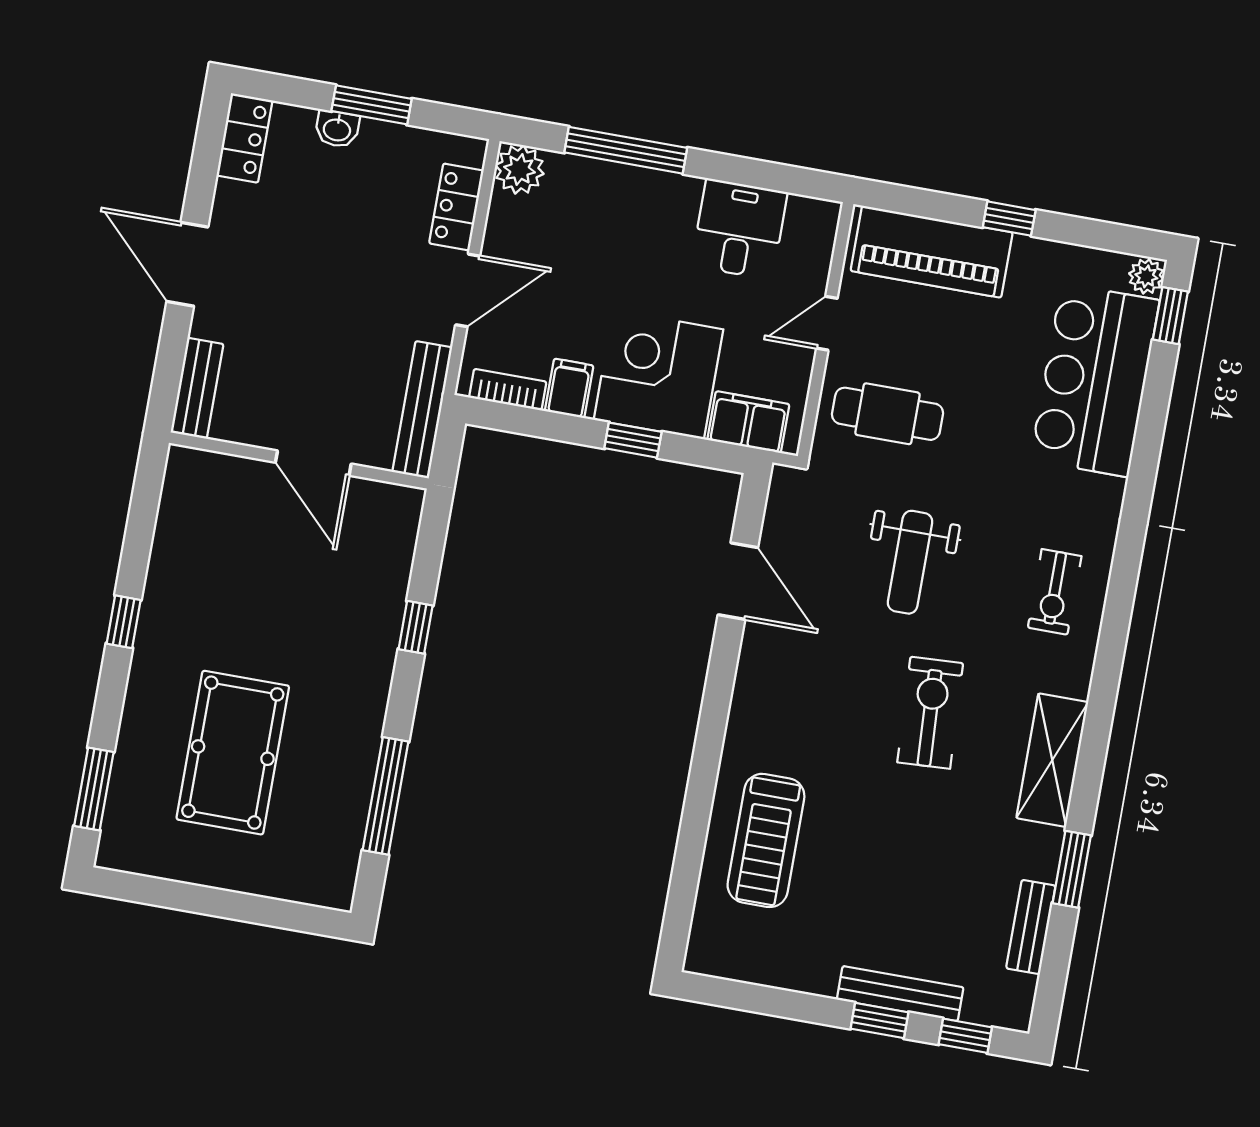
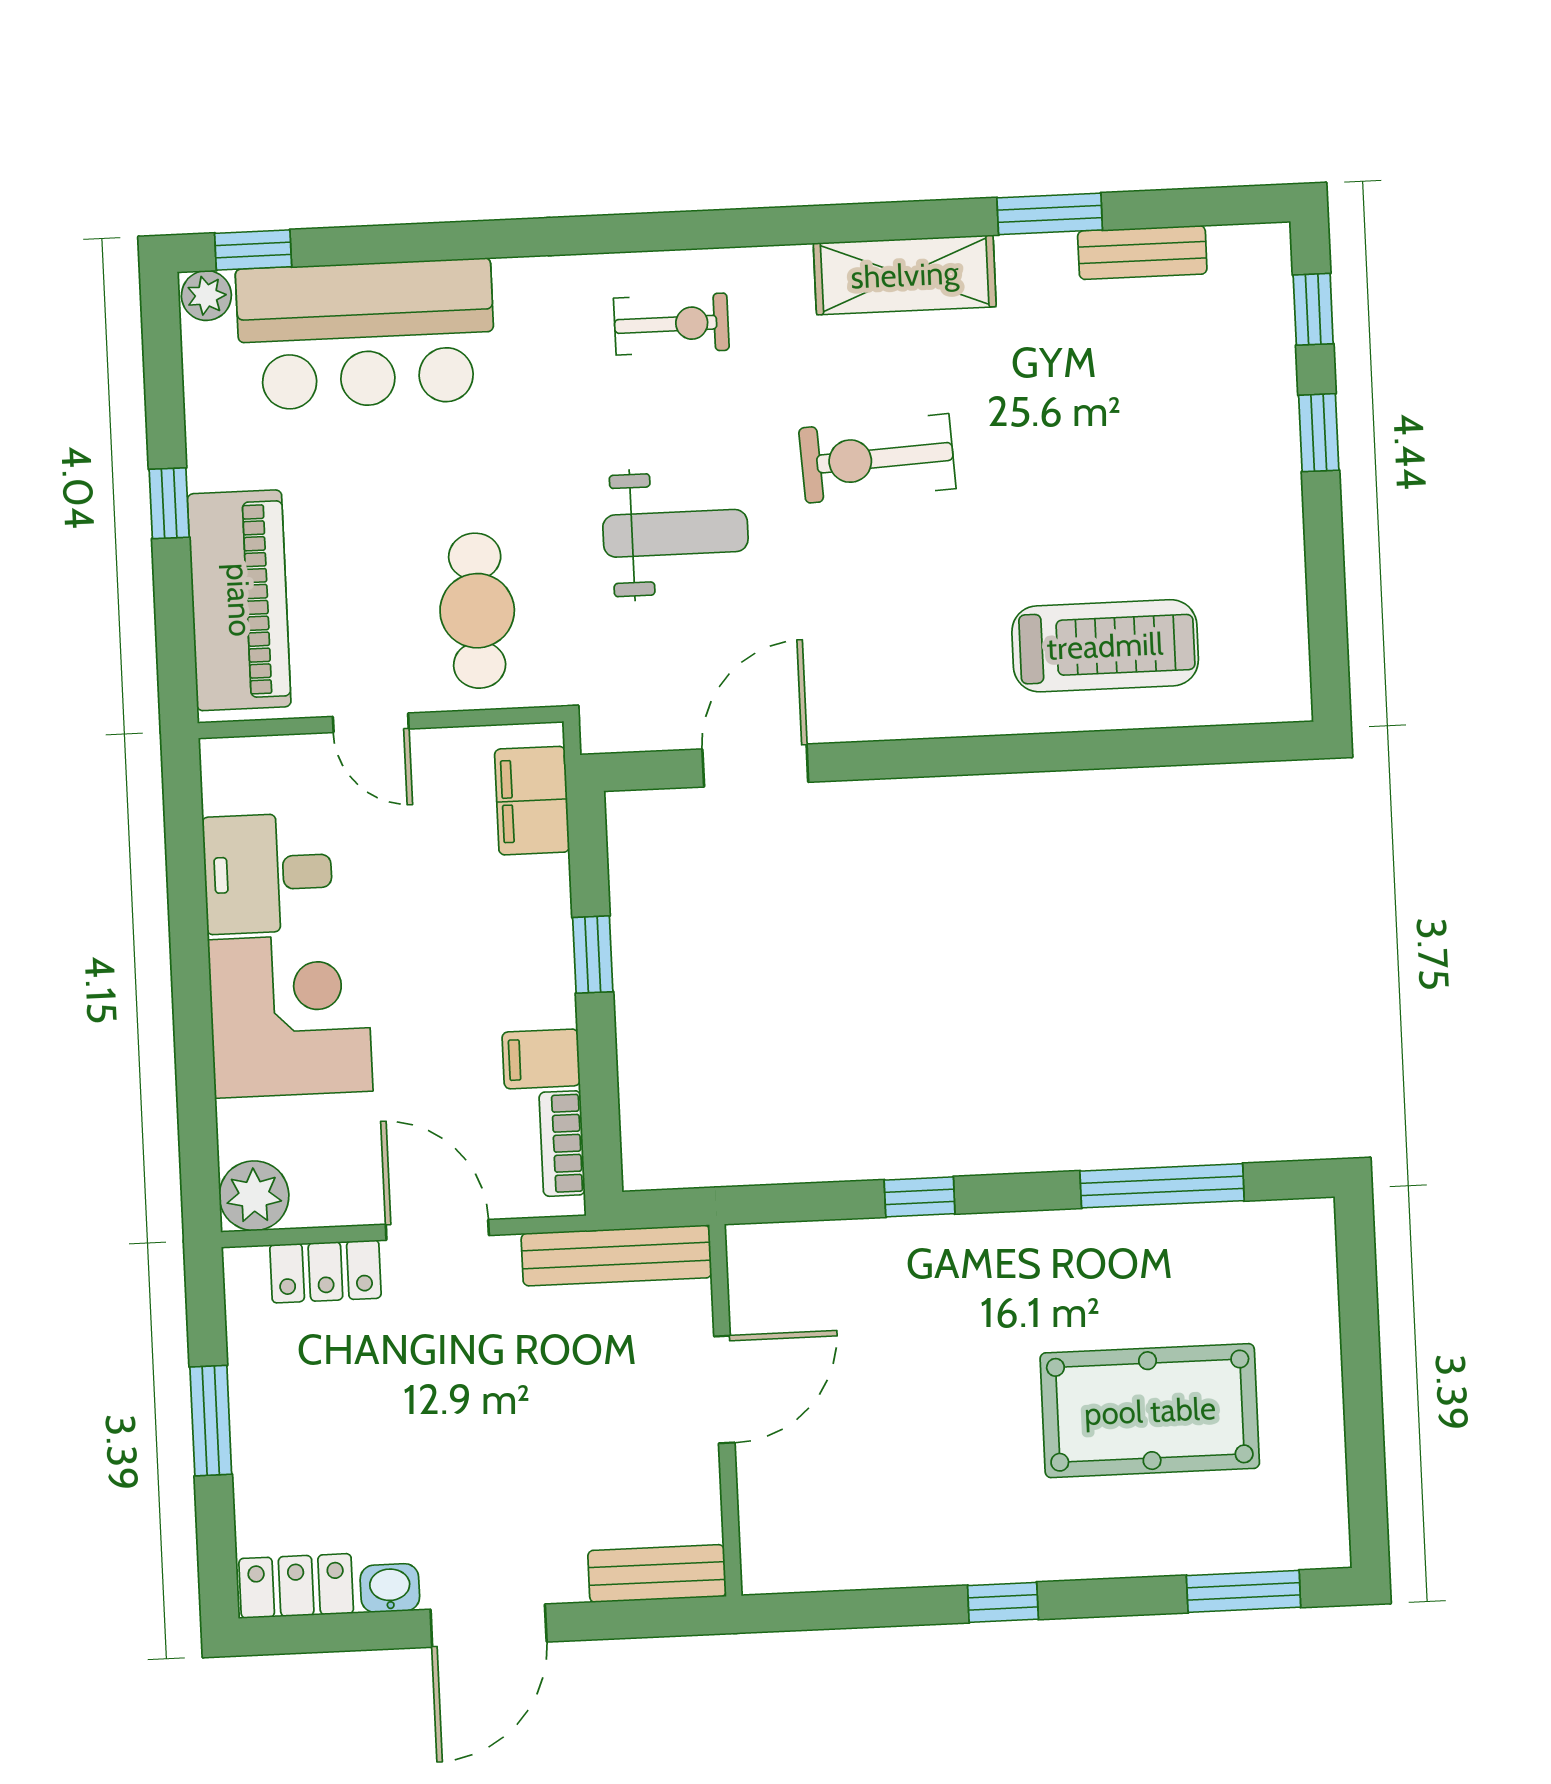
washbasin: (337, 129) -> (390, 1588), moved, turned -90
window: (626, 150) -> (194, 1055), removed
corner desk: (659, 375) -> (290, 1015), moved, turned 180
bench: (900, 994) -> (1275, 413), removed

